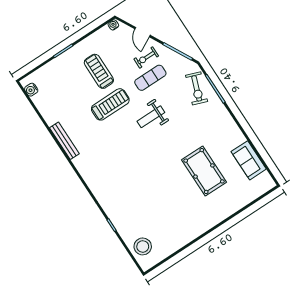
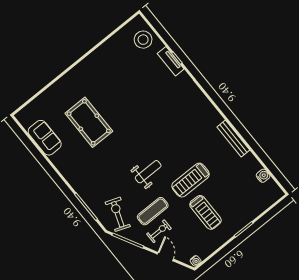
exercise bike: (197, 88) -> (118, 214), moved
water cooler: (31, 90) -> (263, 176), moved
tv unit: (118, 222) -> (171, 61), added

